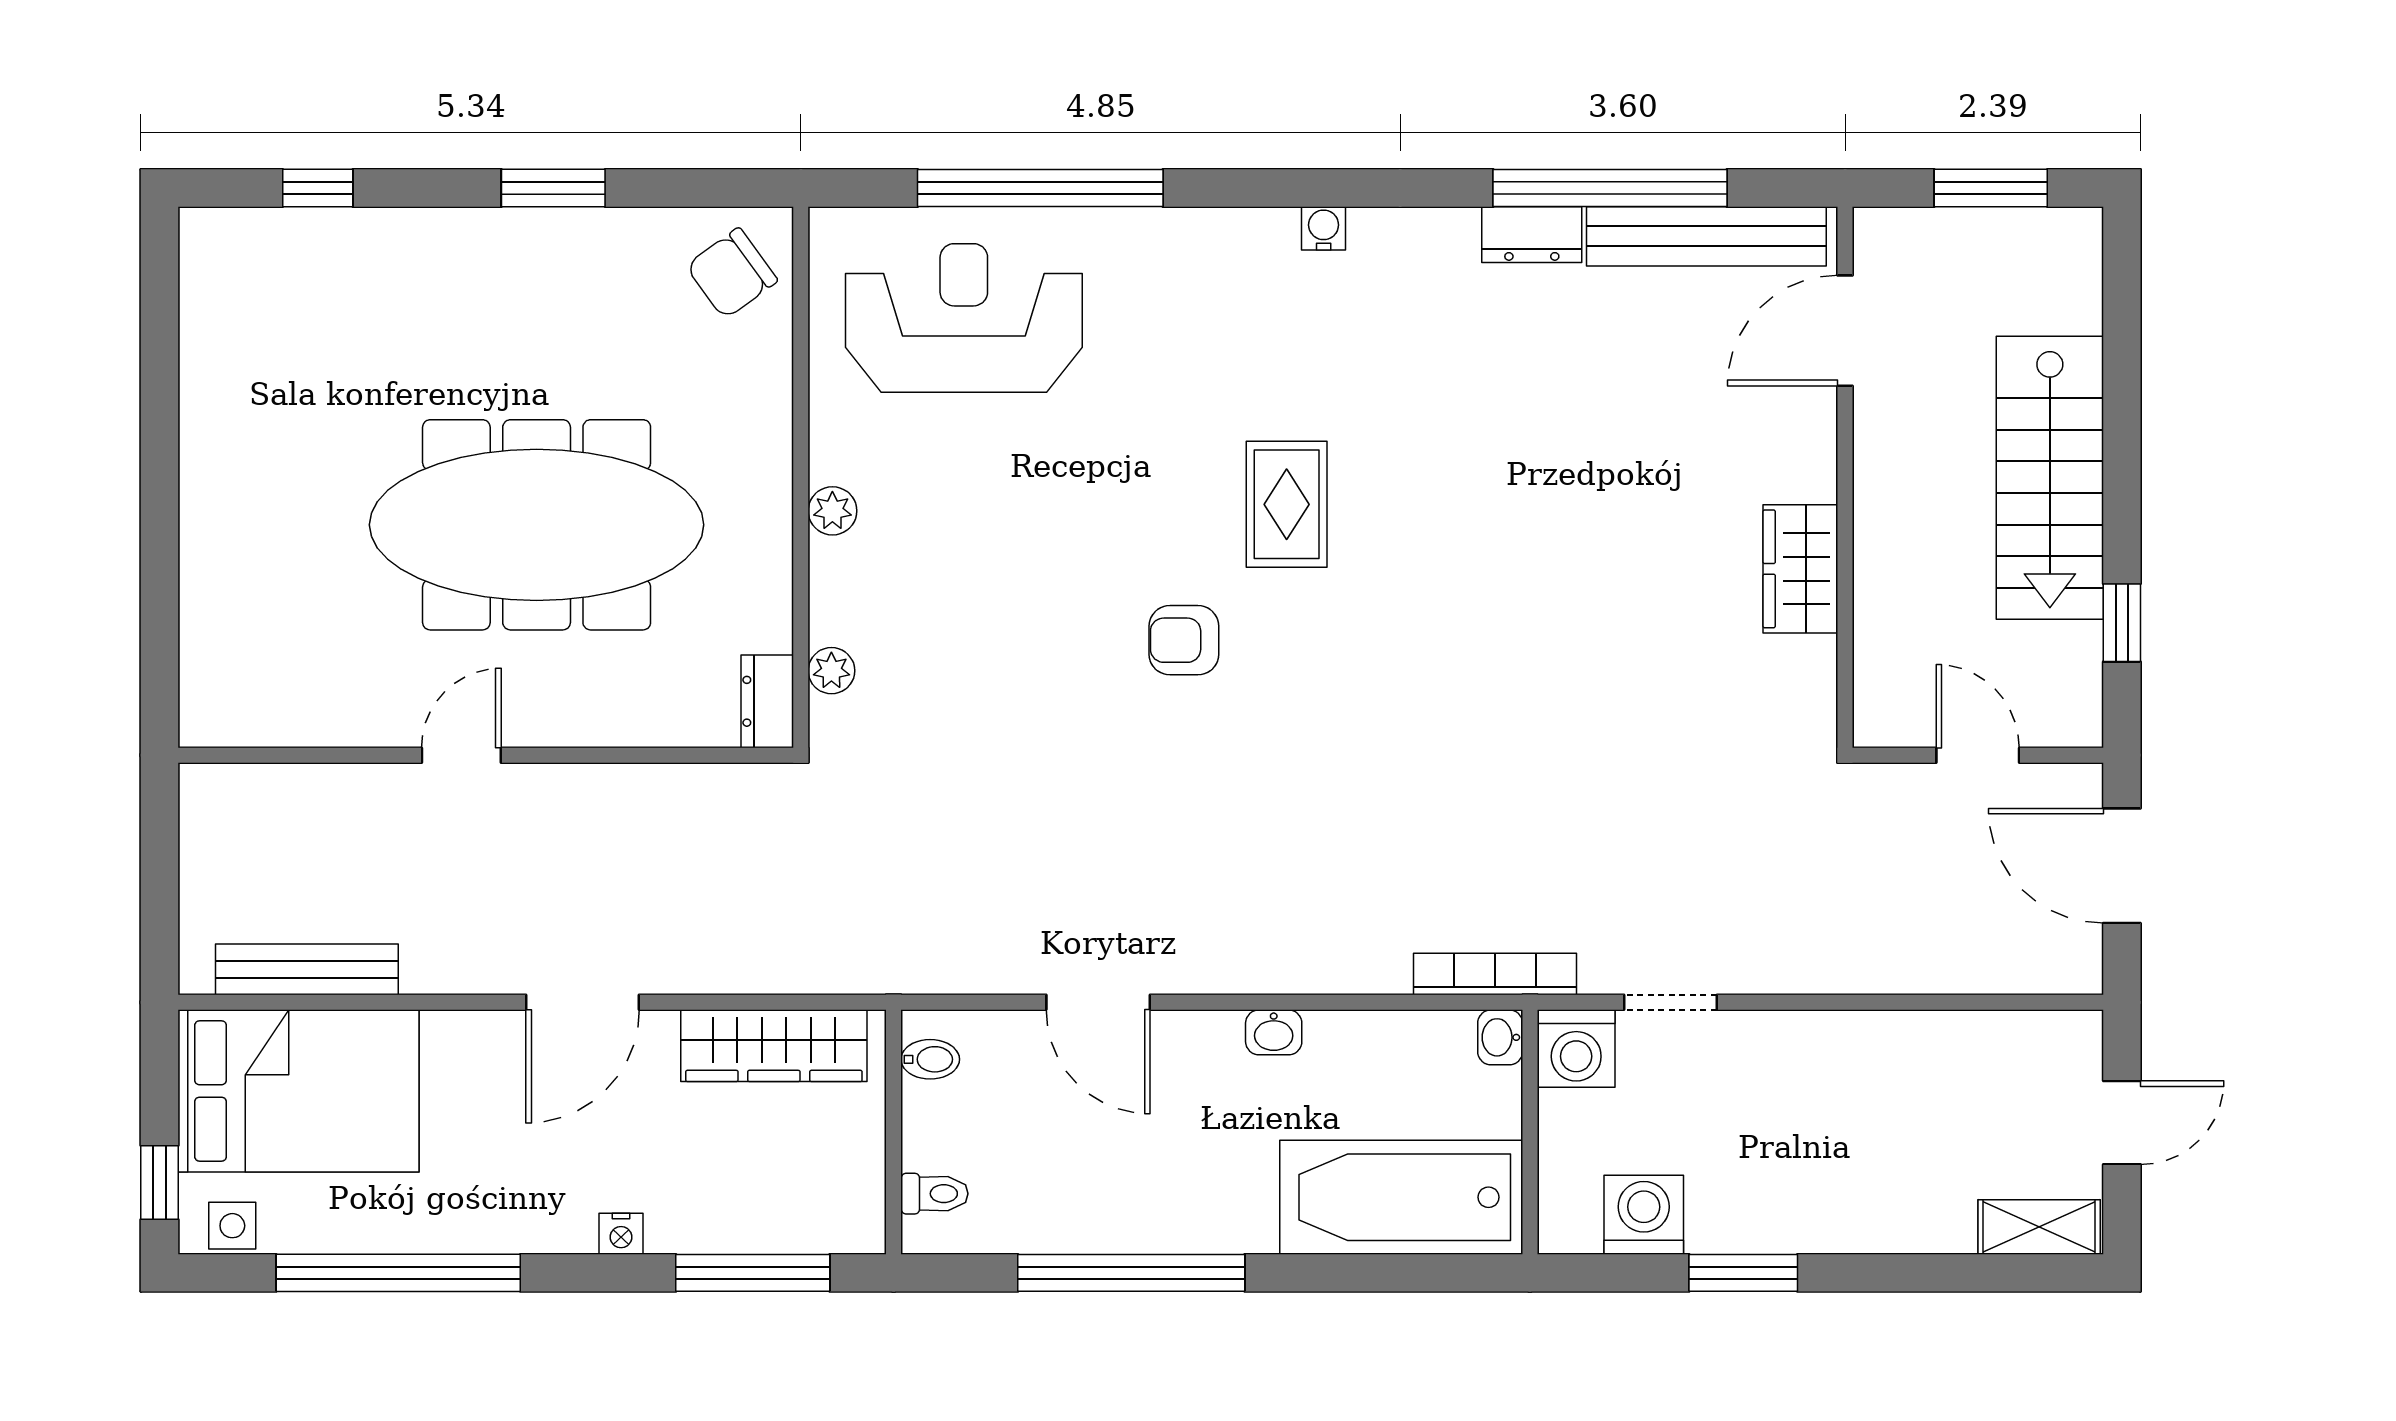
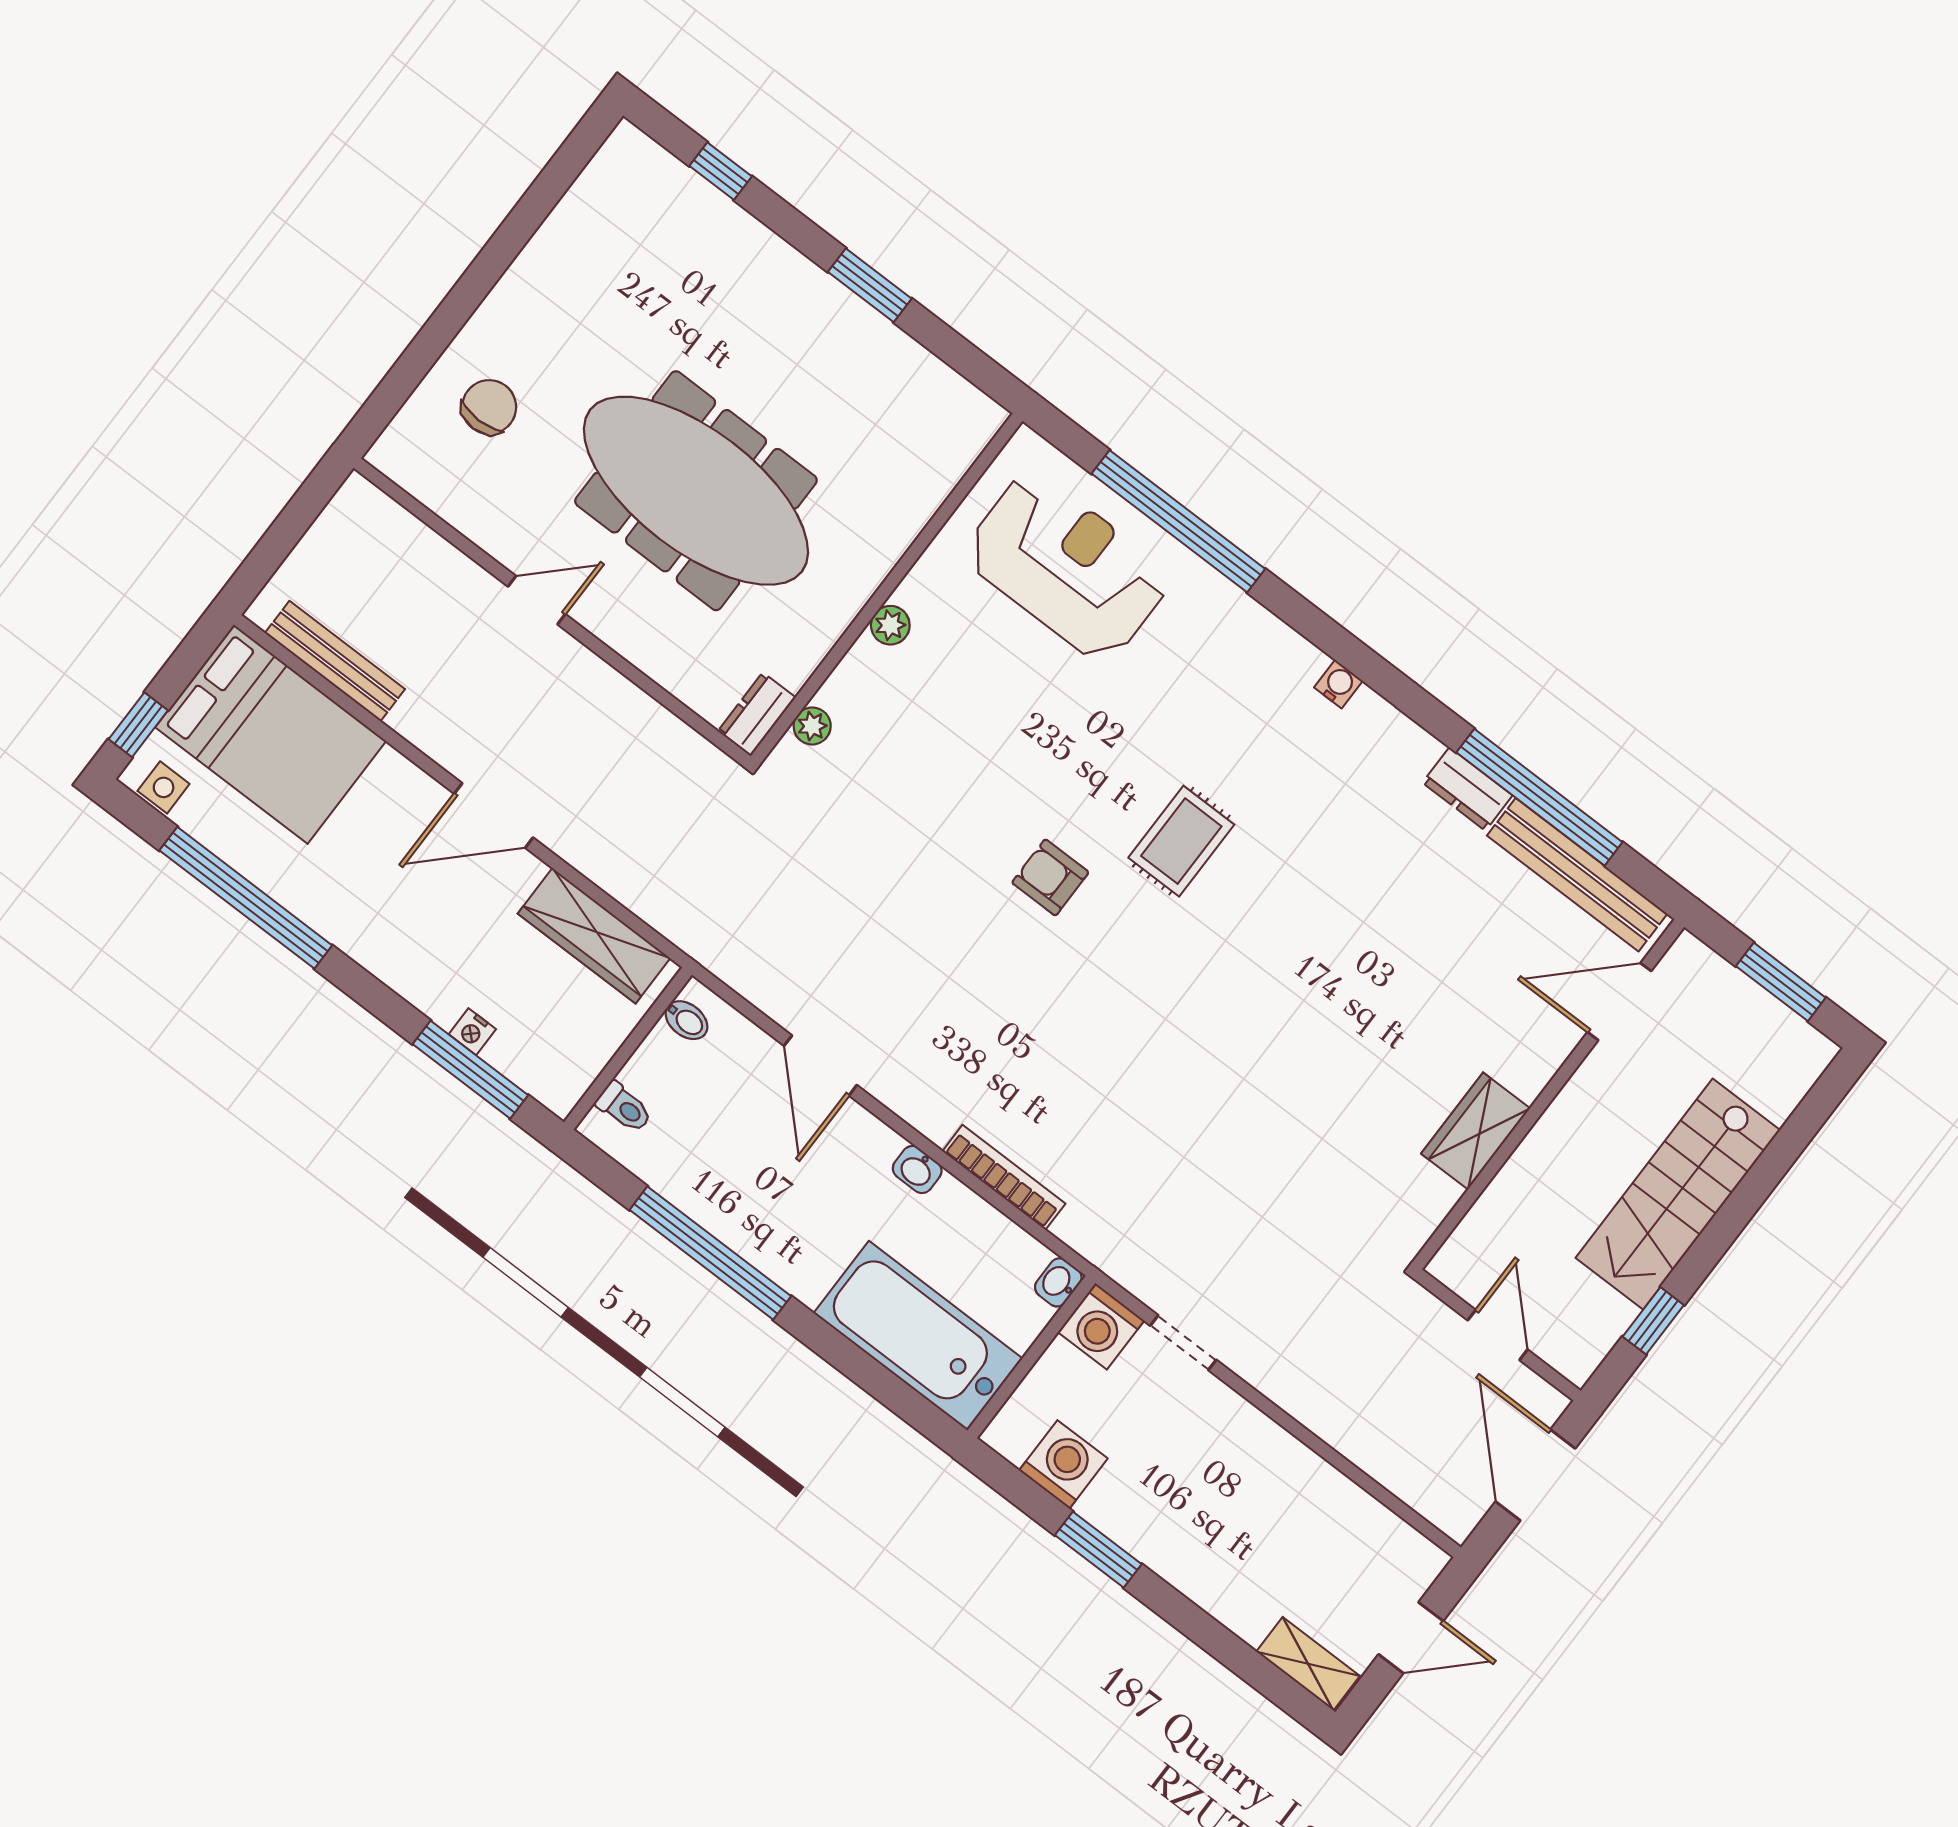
chair: (732, 273) -> (489, 407), moved, turned 126
bookcase: (1495, 974) -> (1004, 1177), moved
nightstand: (621, 1234) -> (472, 1032), moved

